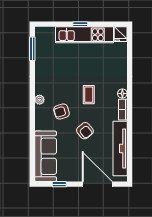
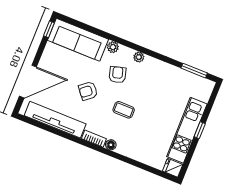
plant: (40, 125) -> (113, 47), added
window: (59, 184) -> (49, 29), moved

